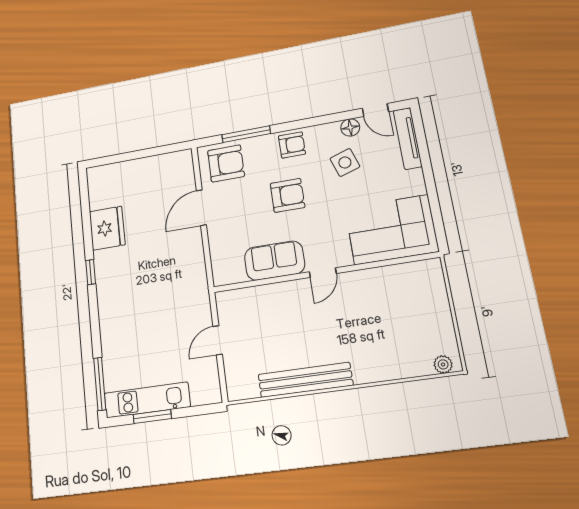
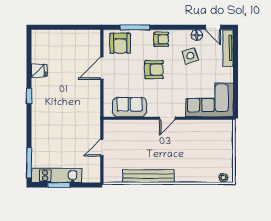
armchair: (226, 163) -> (120, 43), turned 90
fridge: (107, 228) -> (39, 71), width x0.53, depth x0.75
sofa: (274, 261) -> (129, 107), moved

